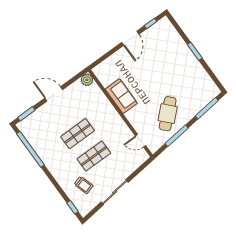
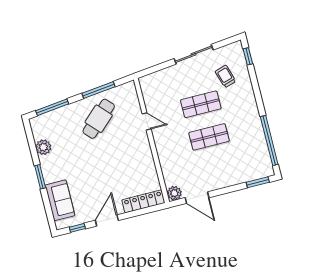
locker: (108, 64) -> (143, 201), added
plant: (201, 75) -> (43, 147), added
door: (54, 94) -> (197, 198), moved
sofa: (121, 96) -> (60, 200), moved, turned 180
door: (141, 141) -> (147, 121), moved

